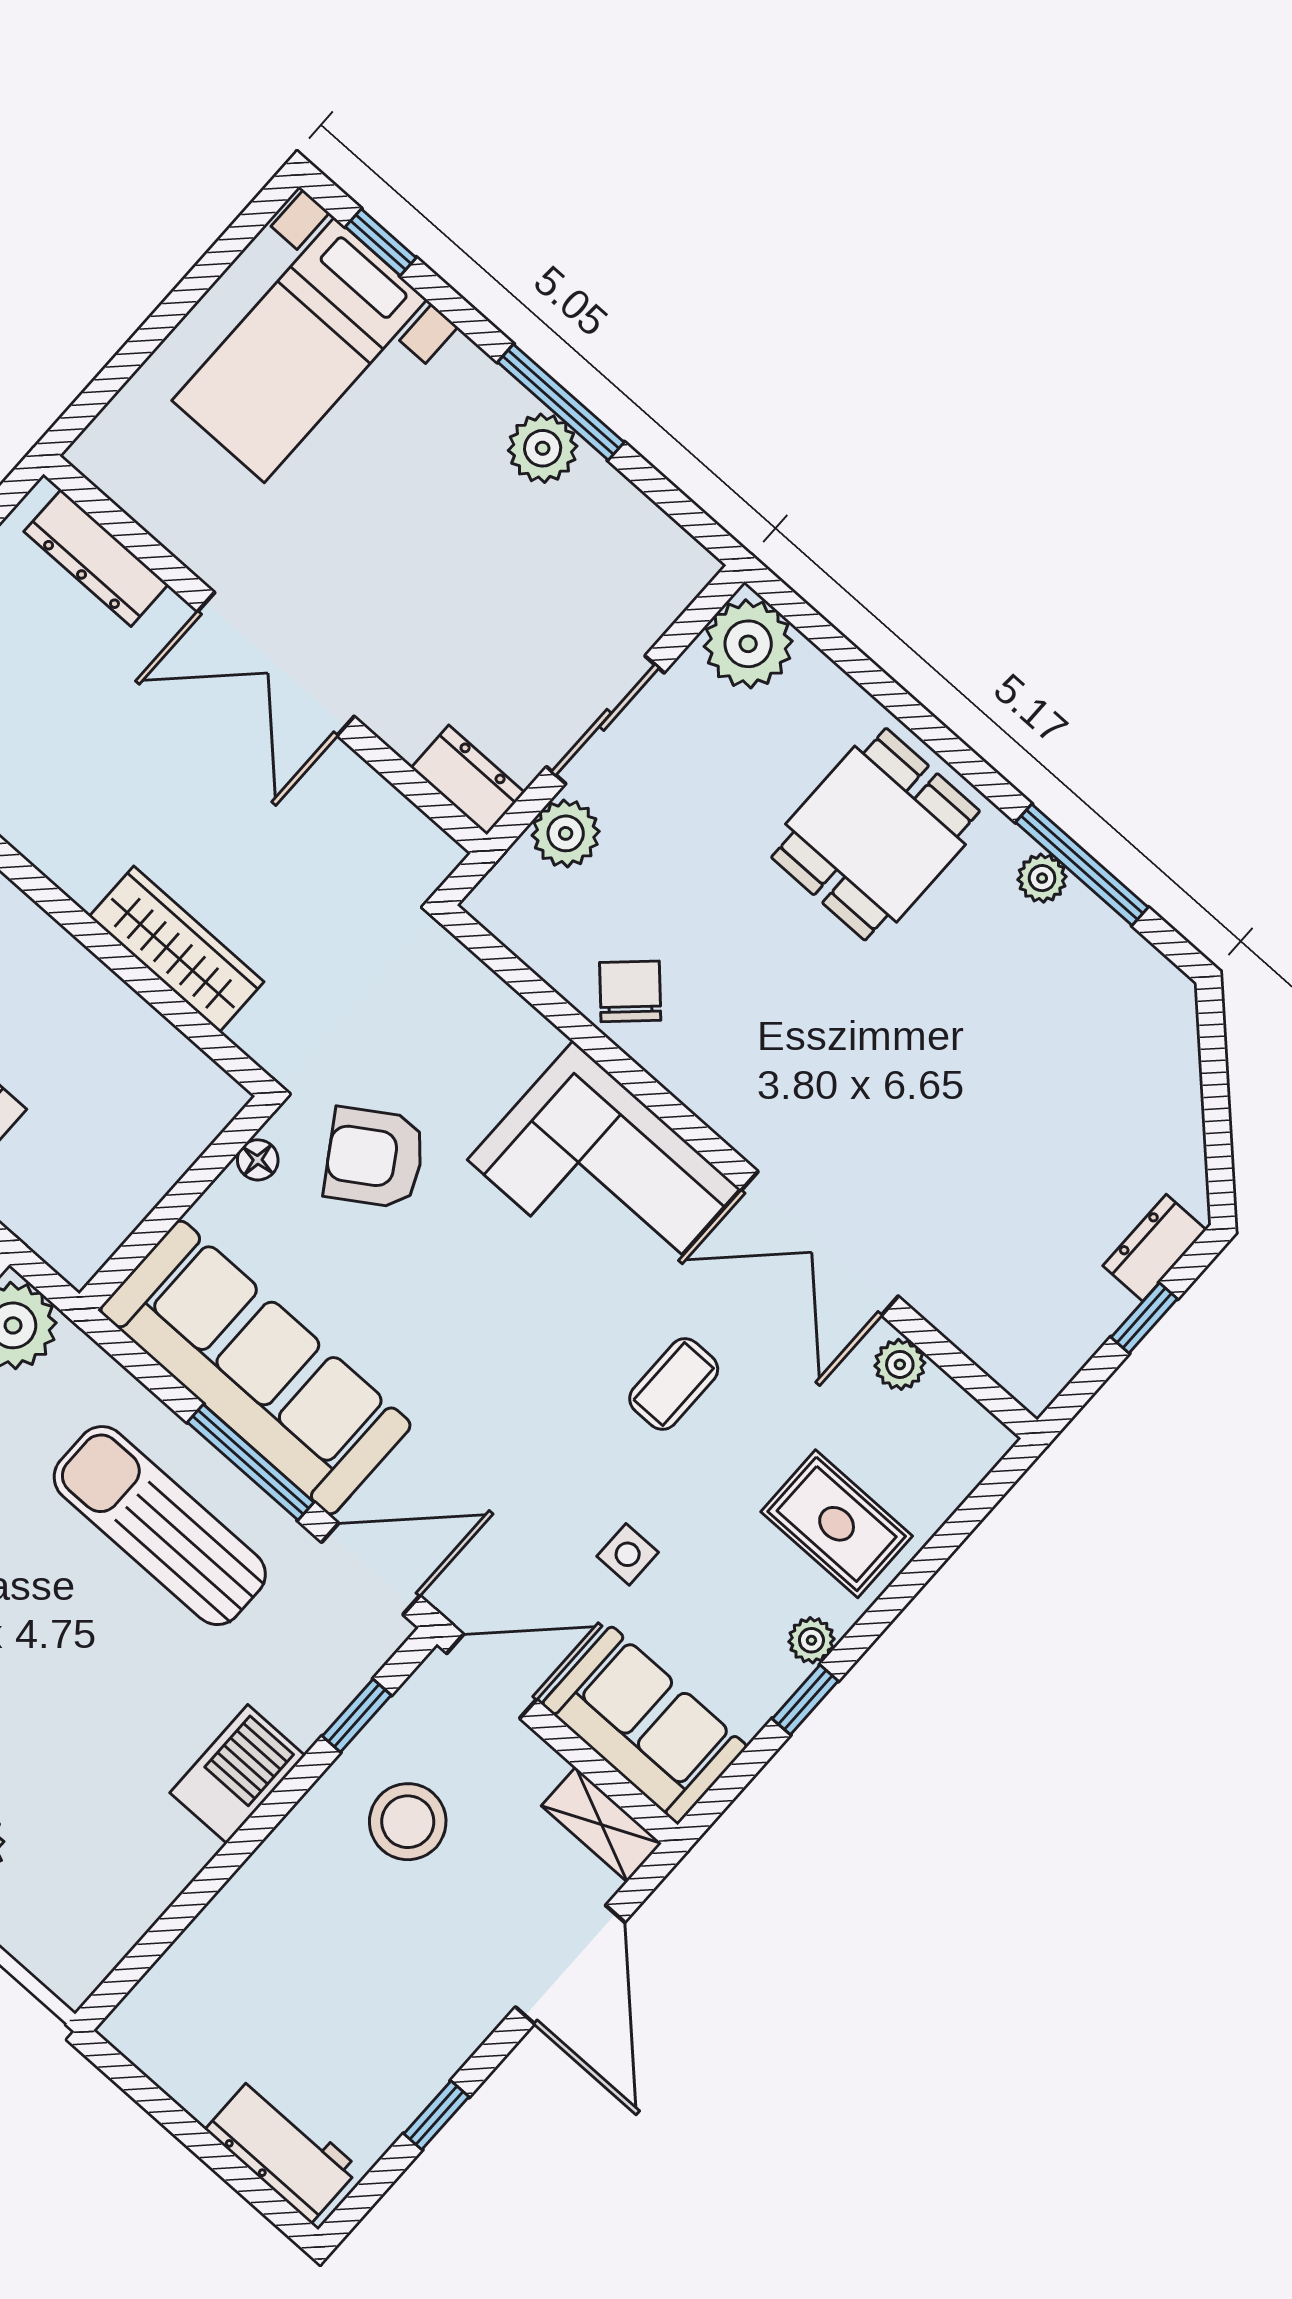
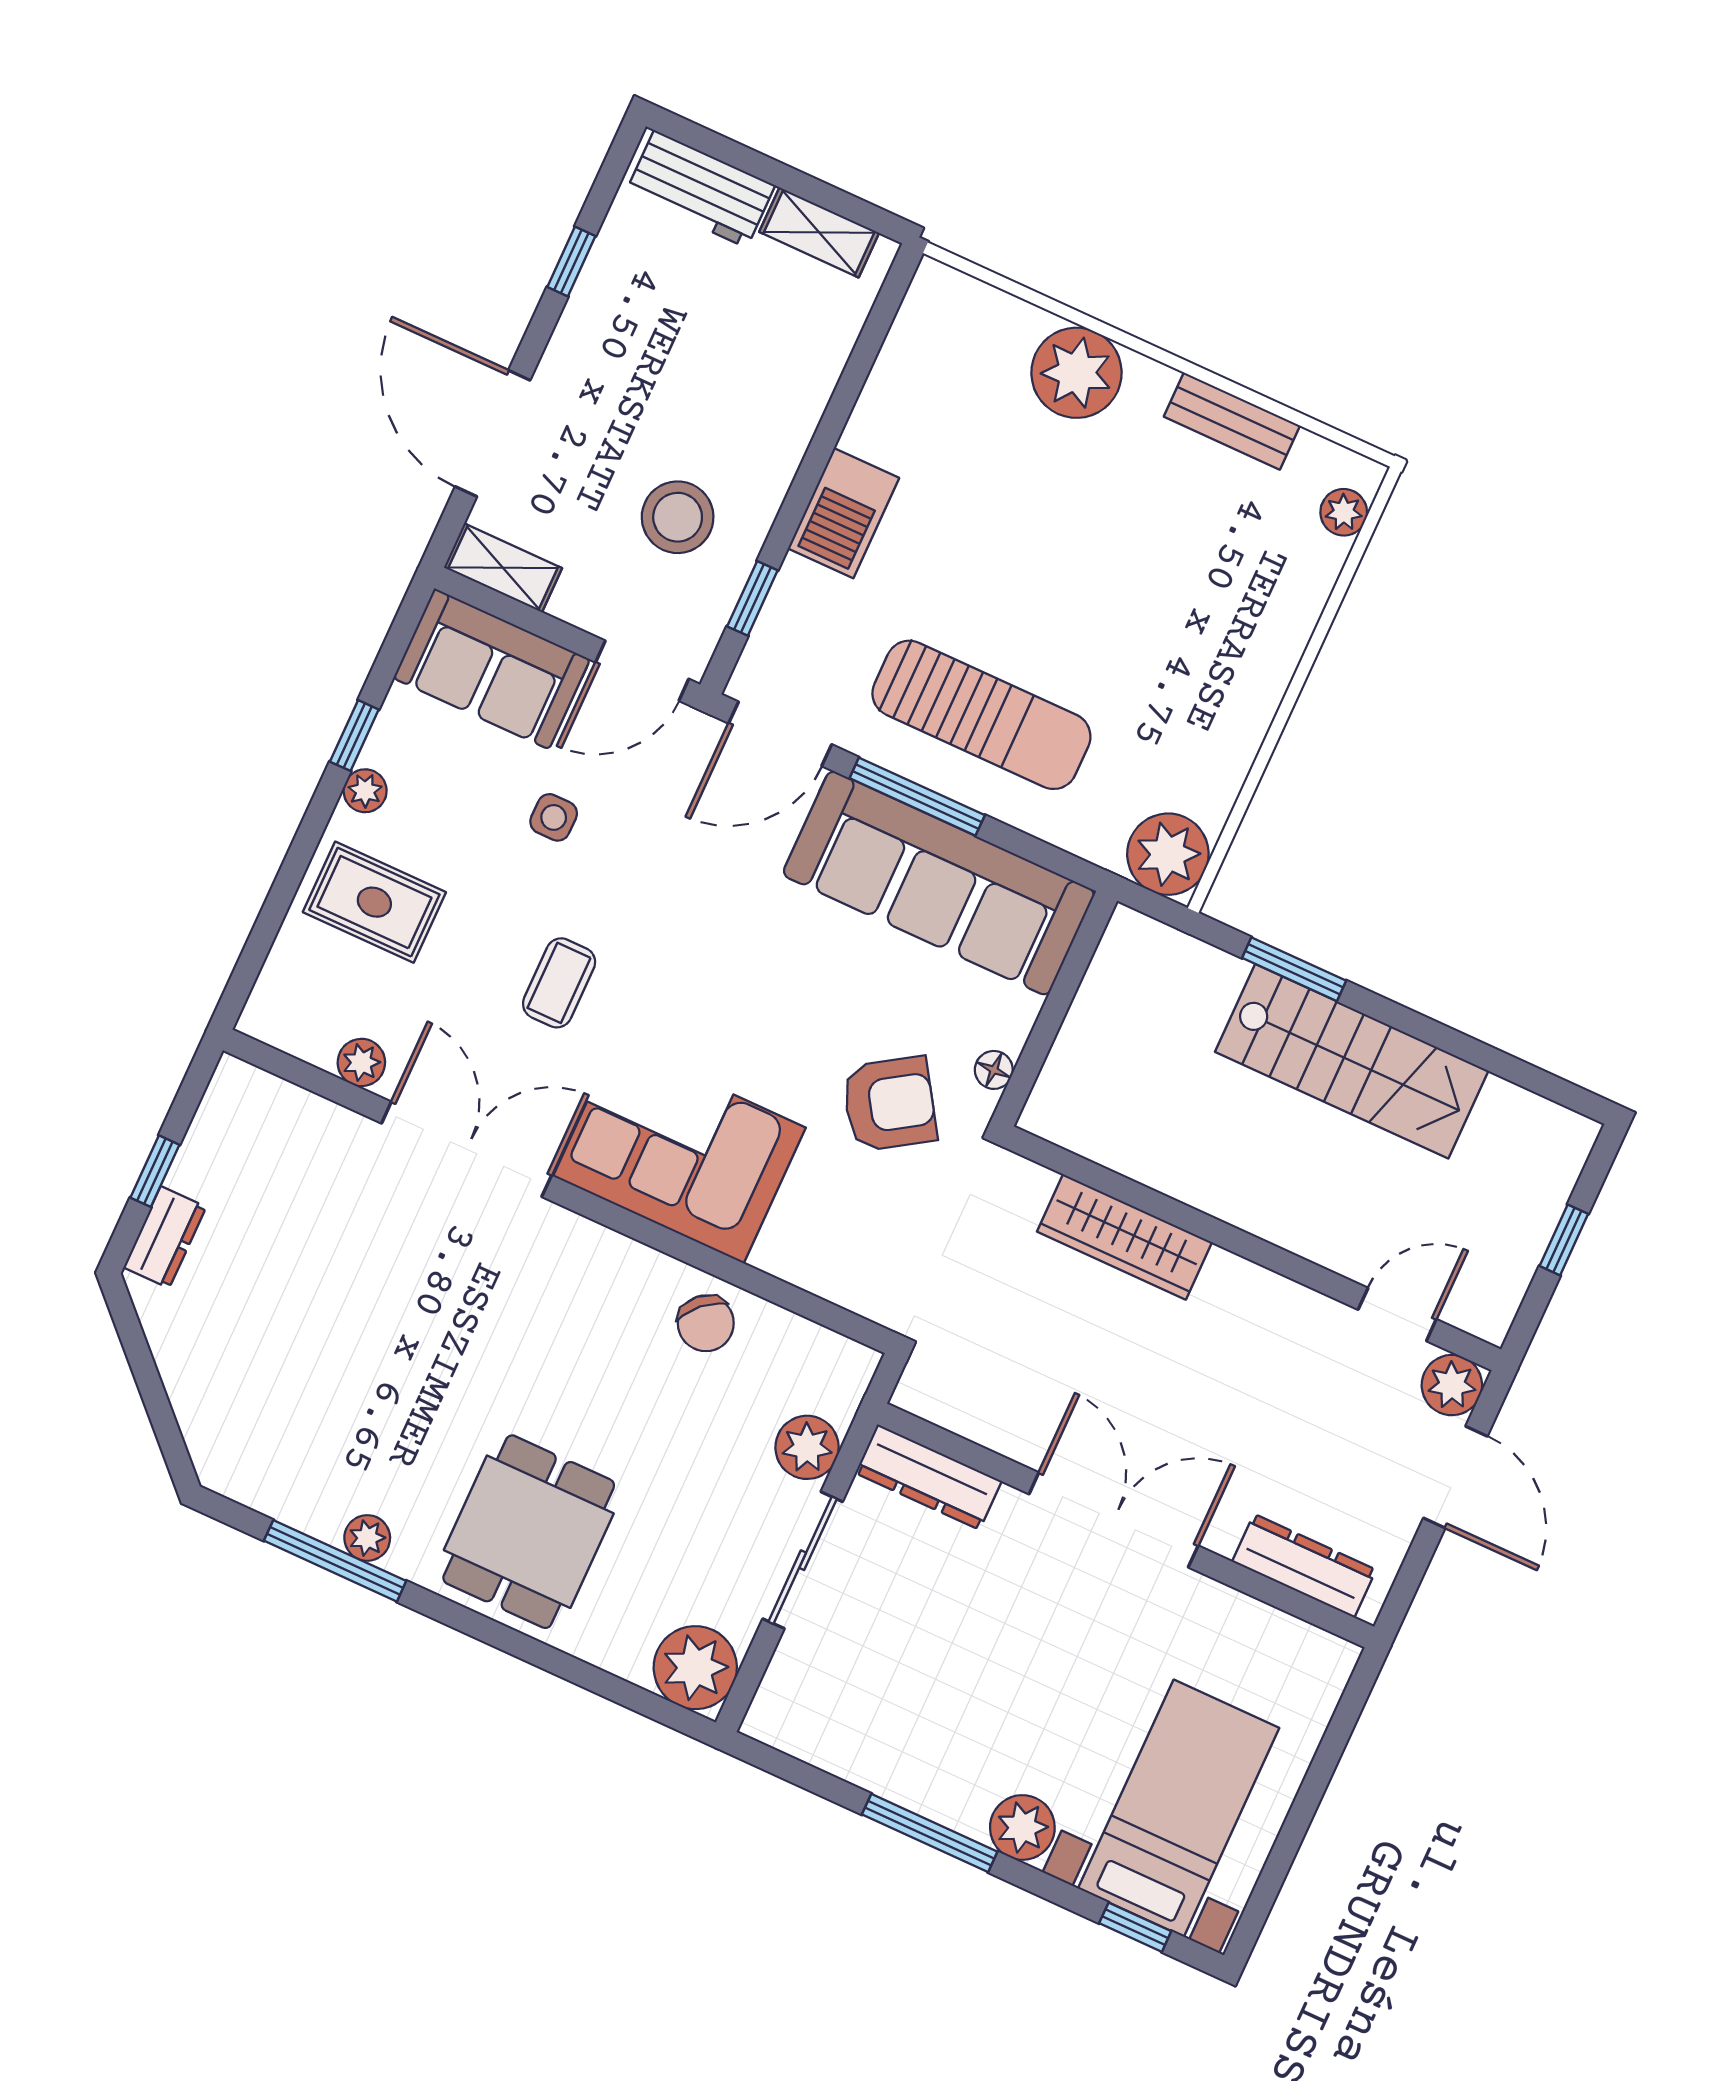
plant: (543, 448) -> (1022, 1827), moved
dresser: (468, 780) -> (928, 1477), width x1.44
shelving: (175, 2068) -> (819, 232), added

